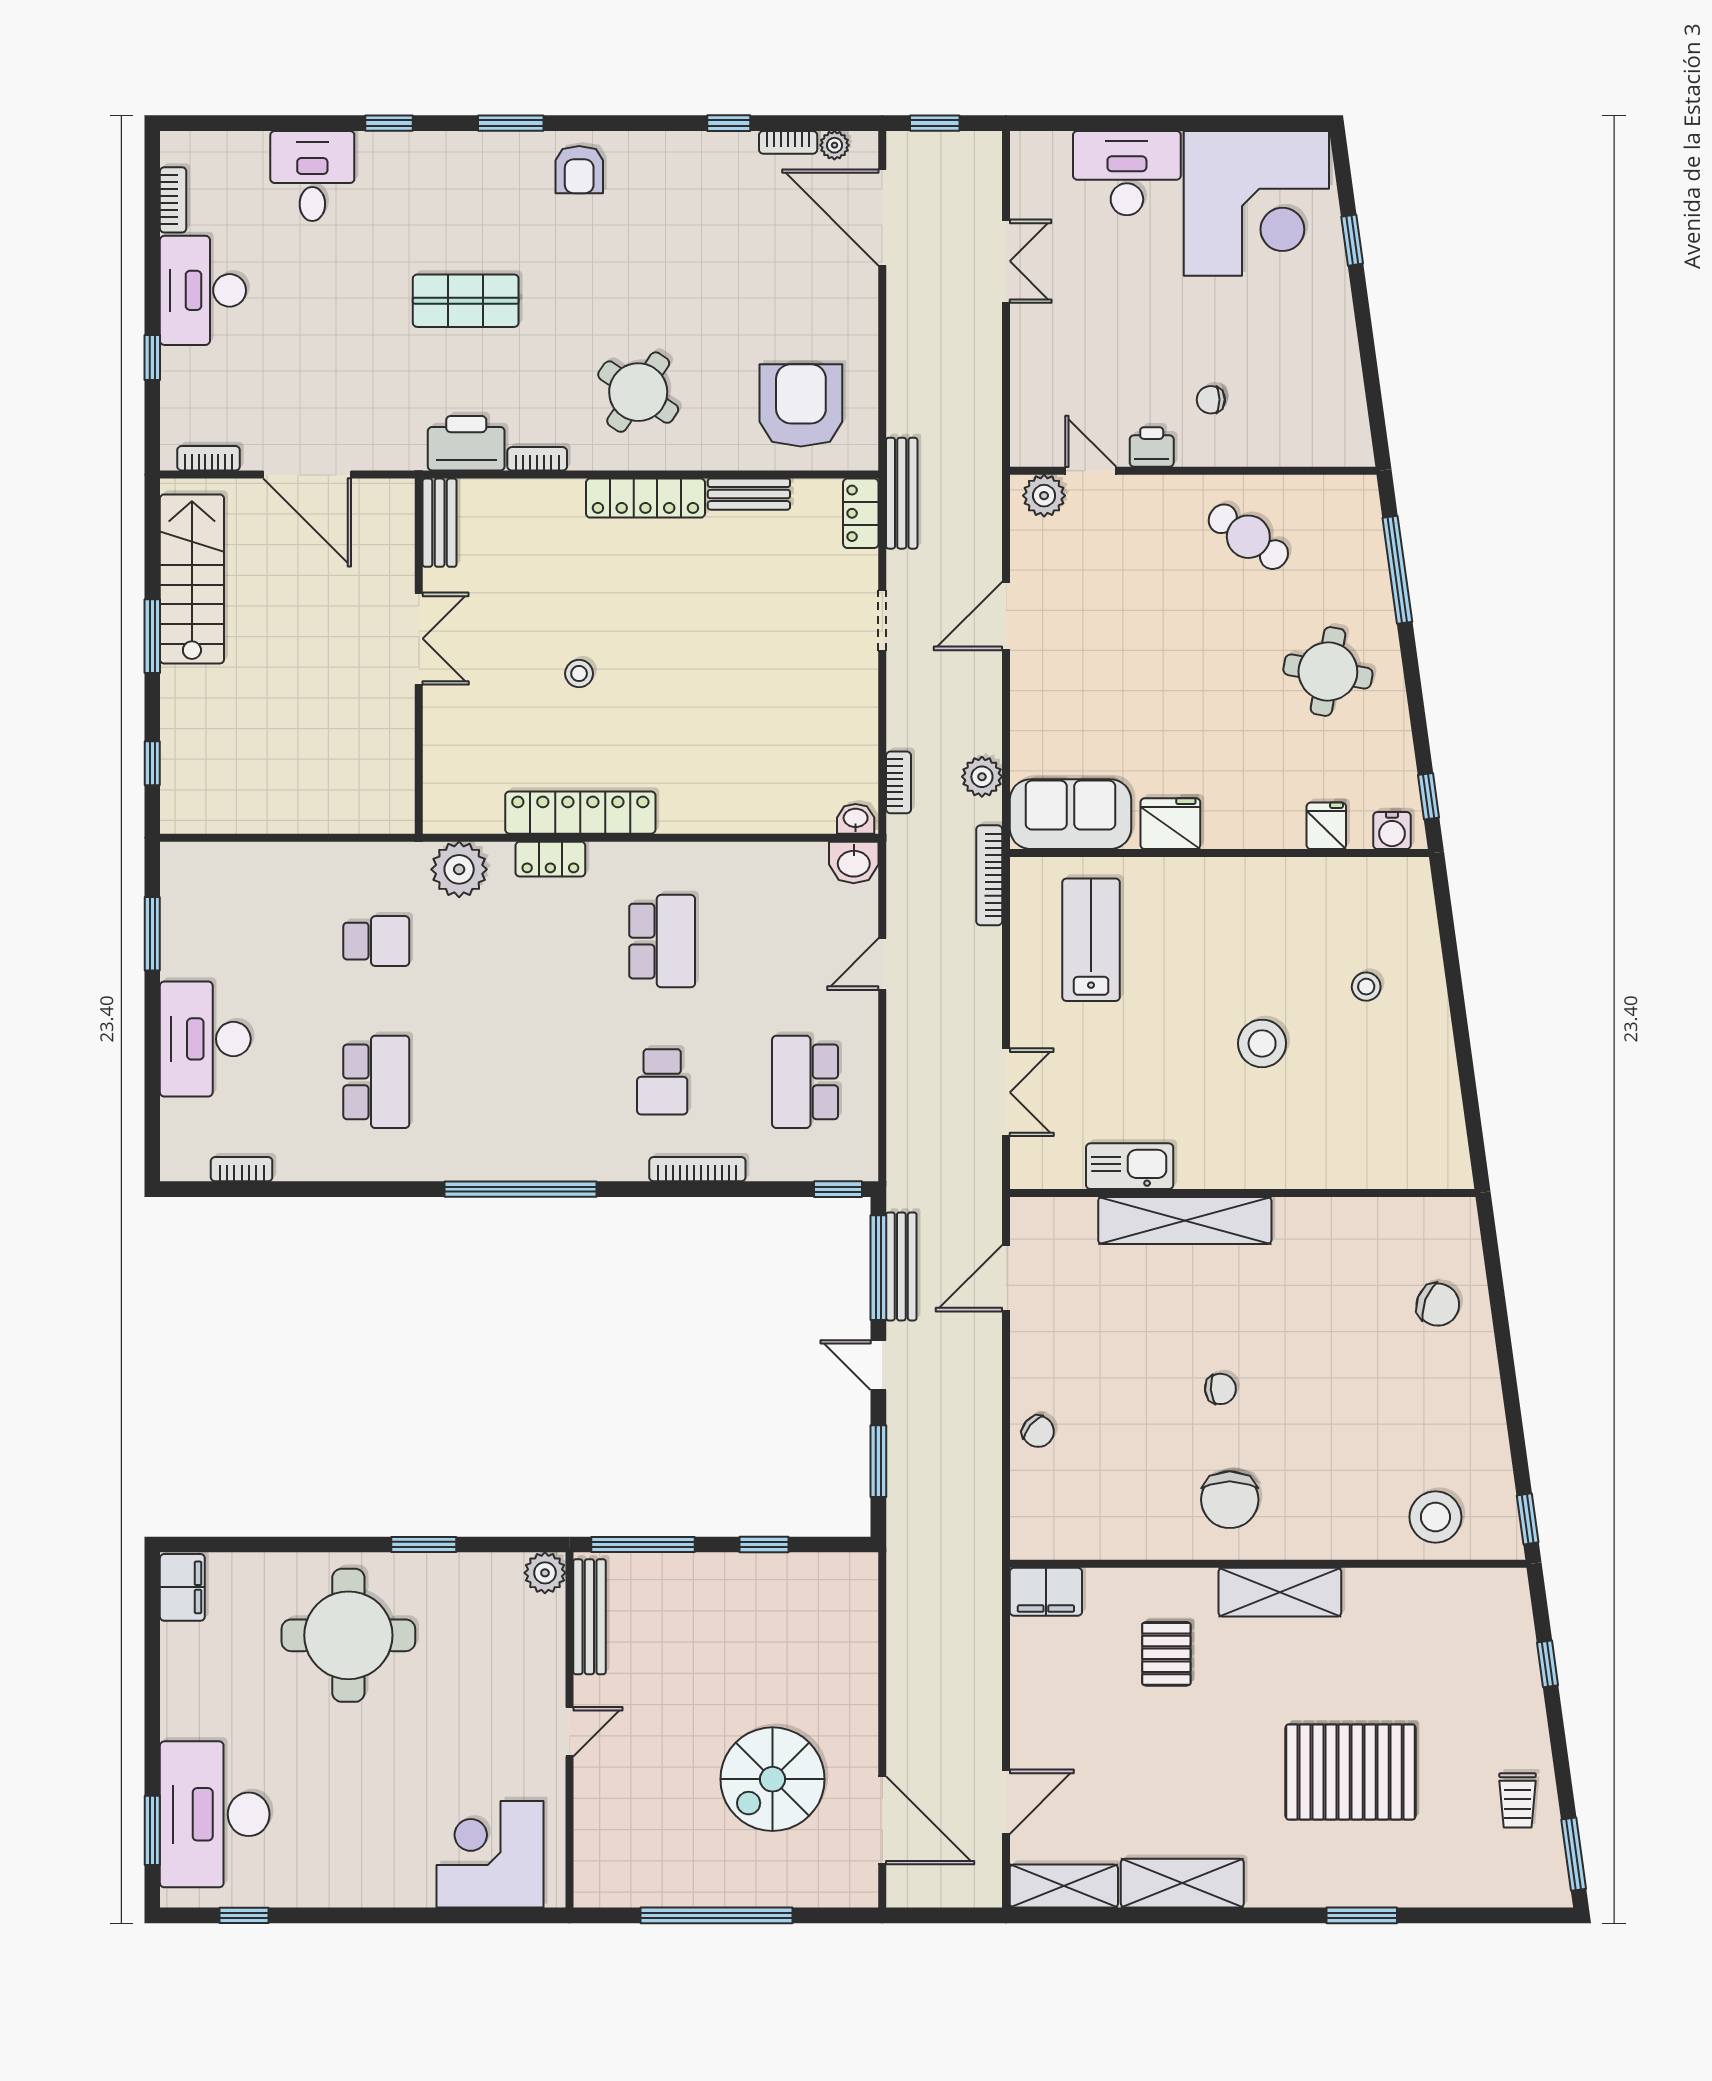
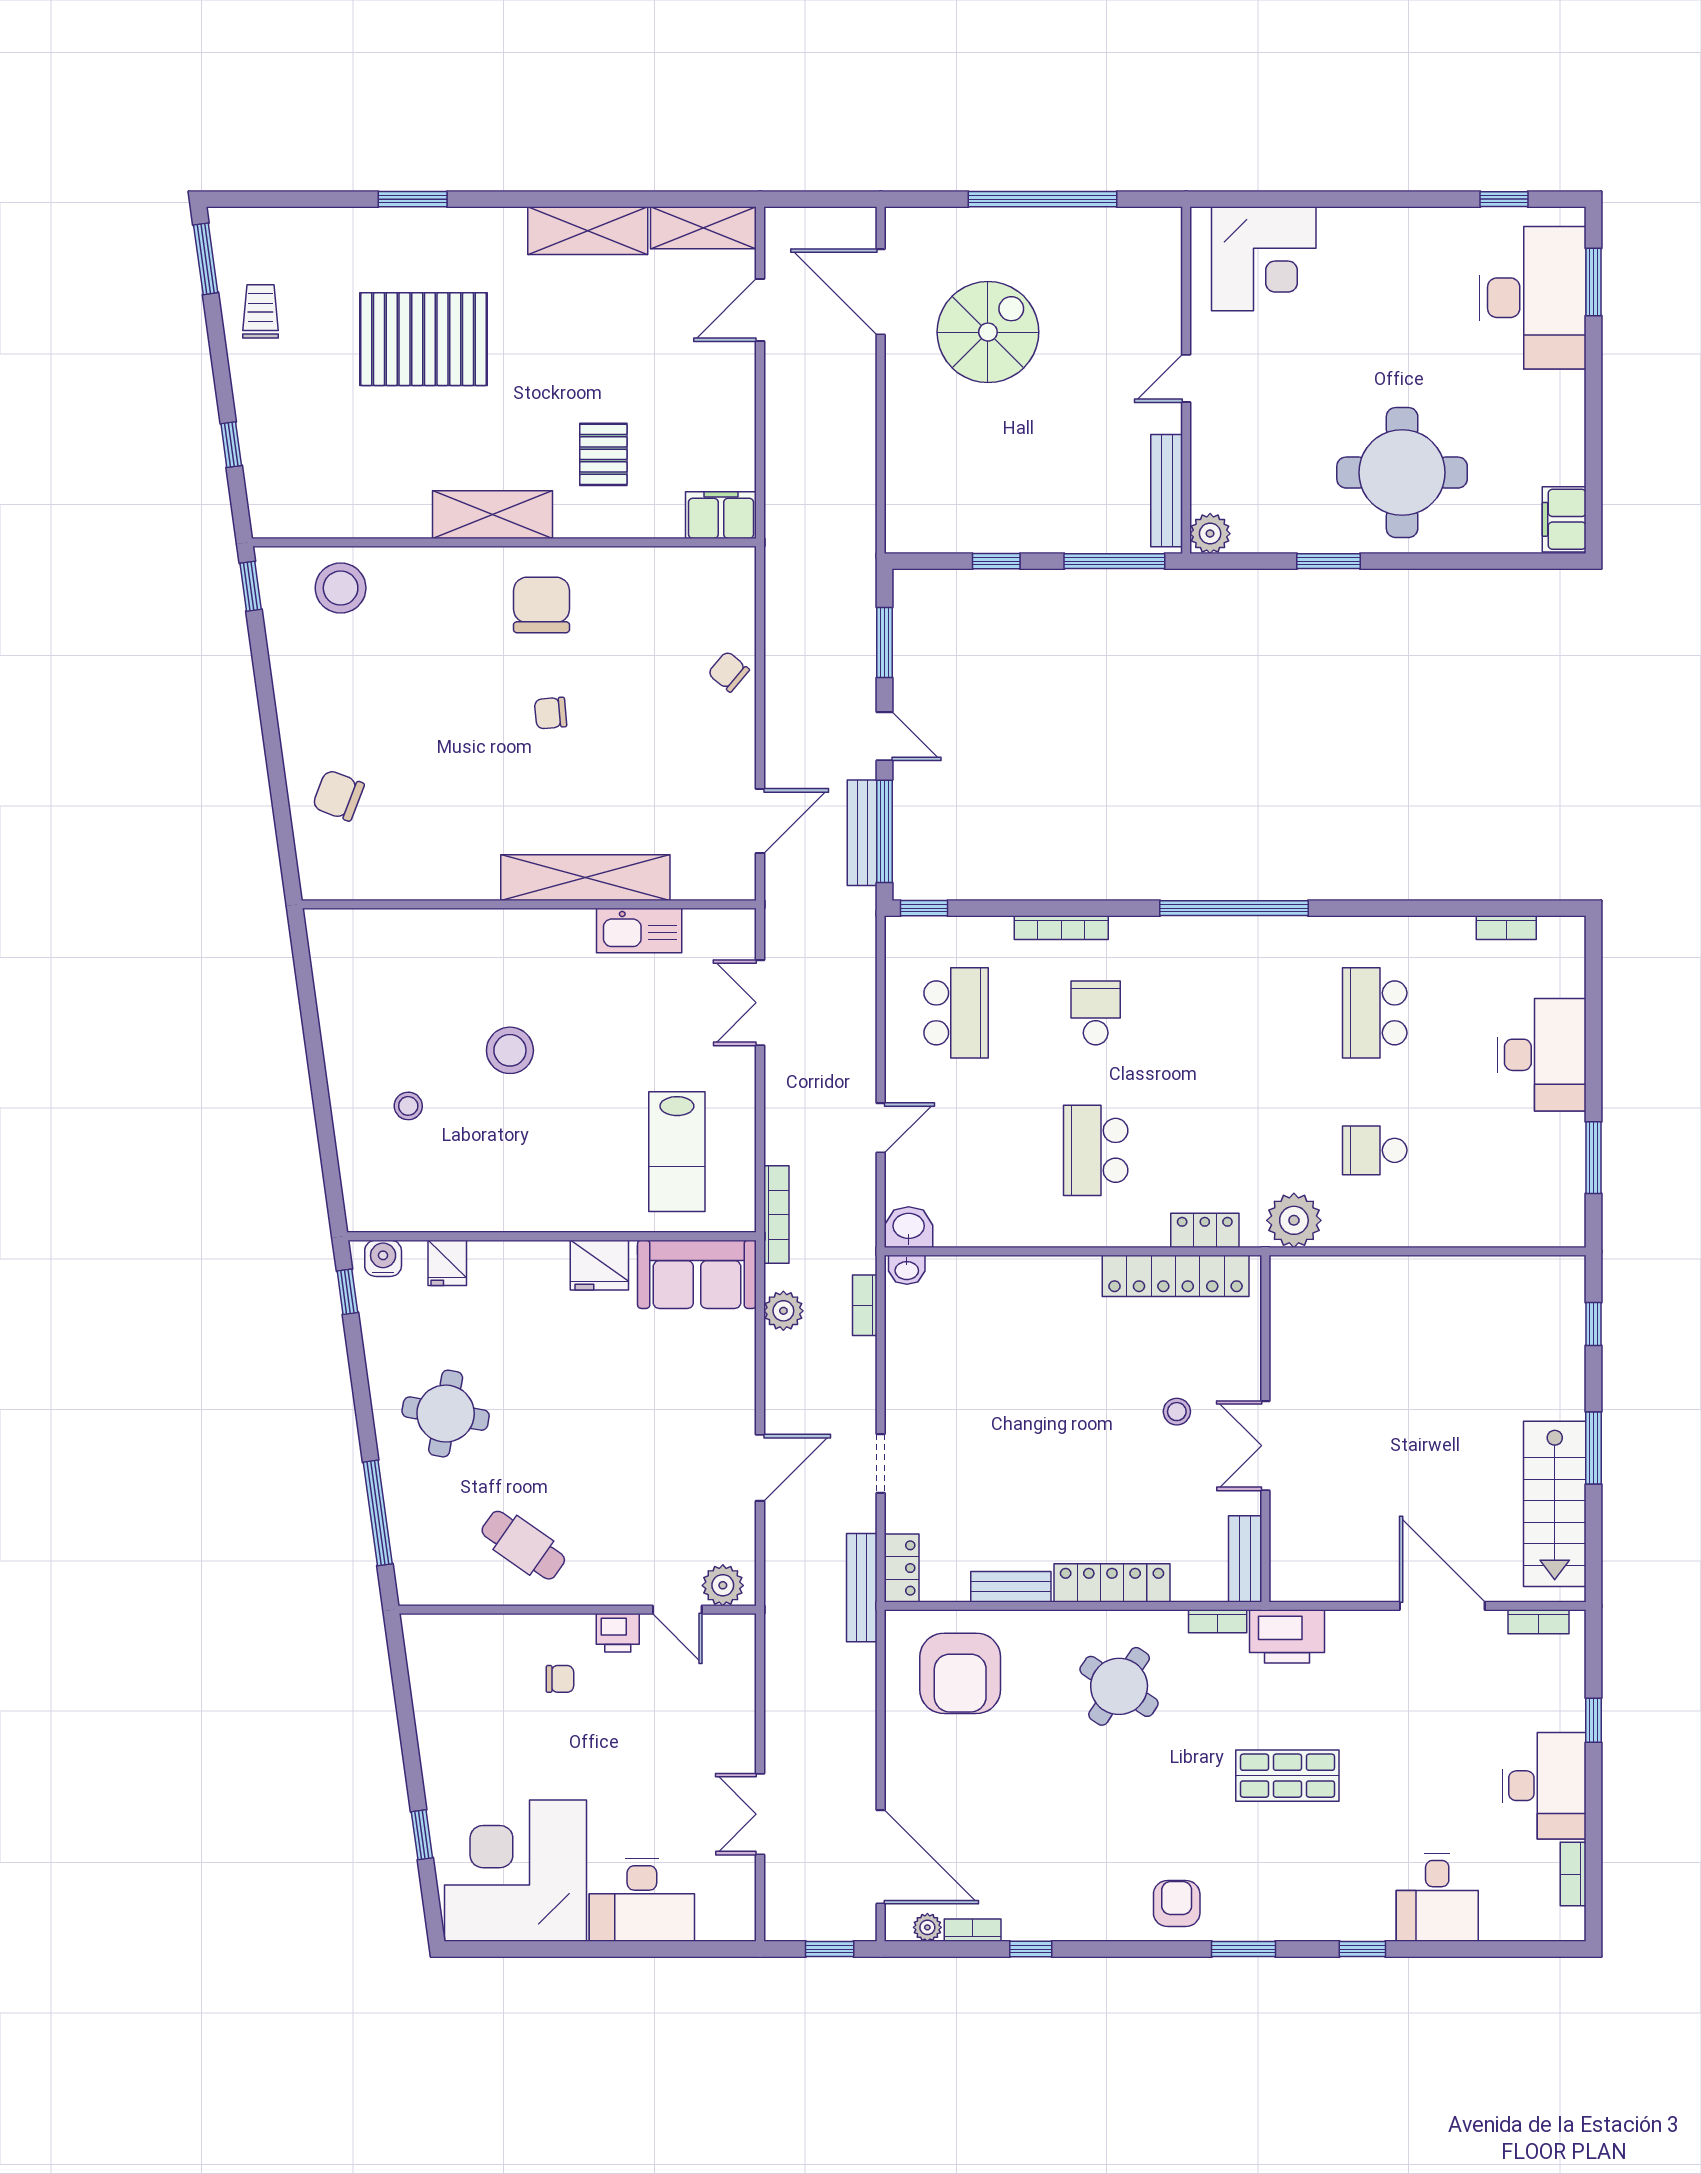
bench: (440, 523) -> (1245, 1559), moved
double door: (419, 639) -> (1265, 1446), moved
wall: (419, 656) -> (1265, 1429), moved

